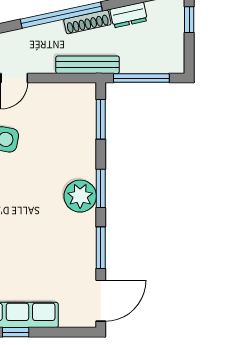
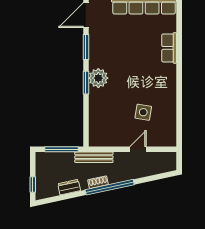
shoe rack: (87, 22) -> (98, 182), width x0.70
window: (101, 119) -> (86, 124), removed

